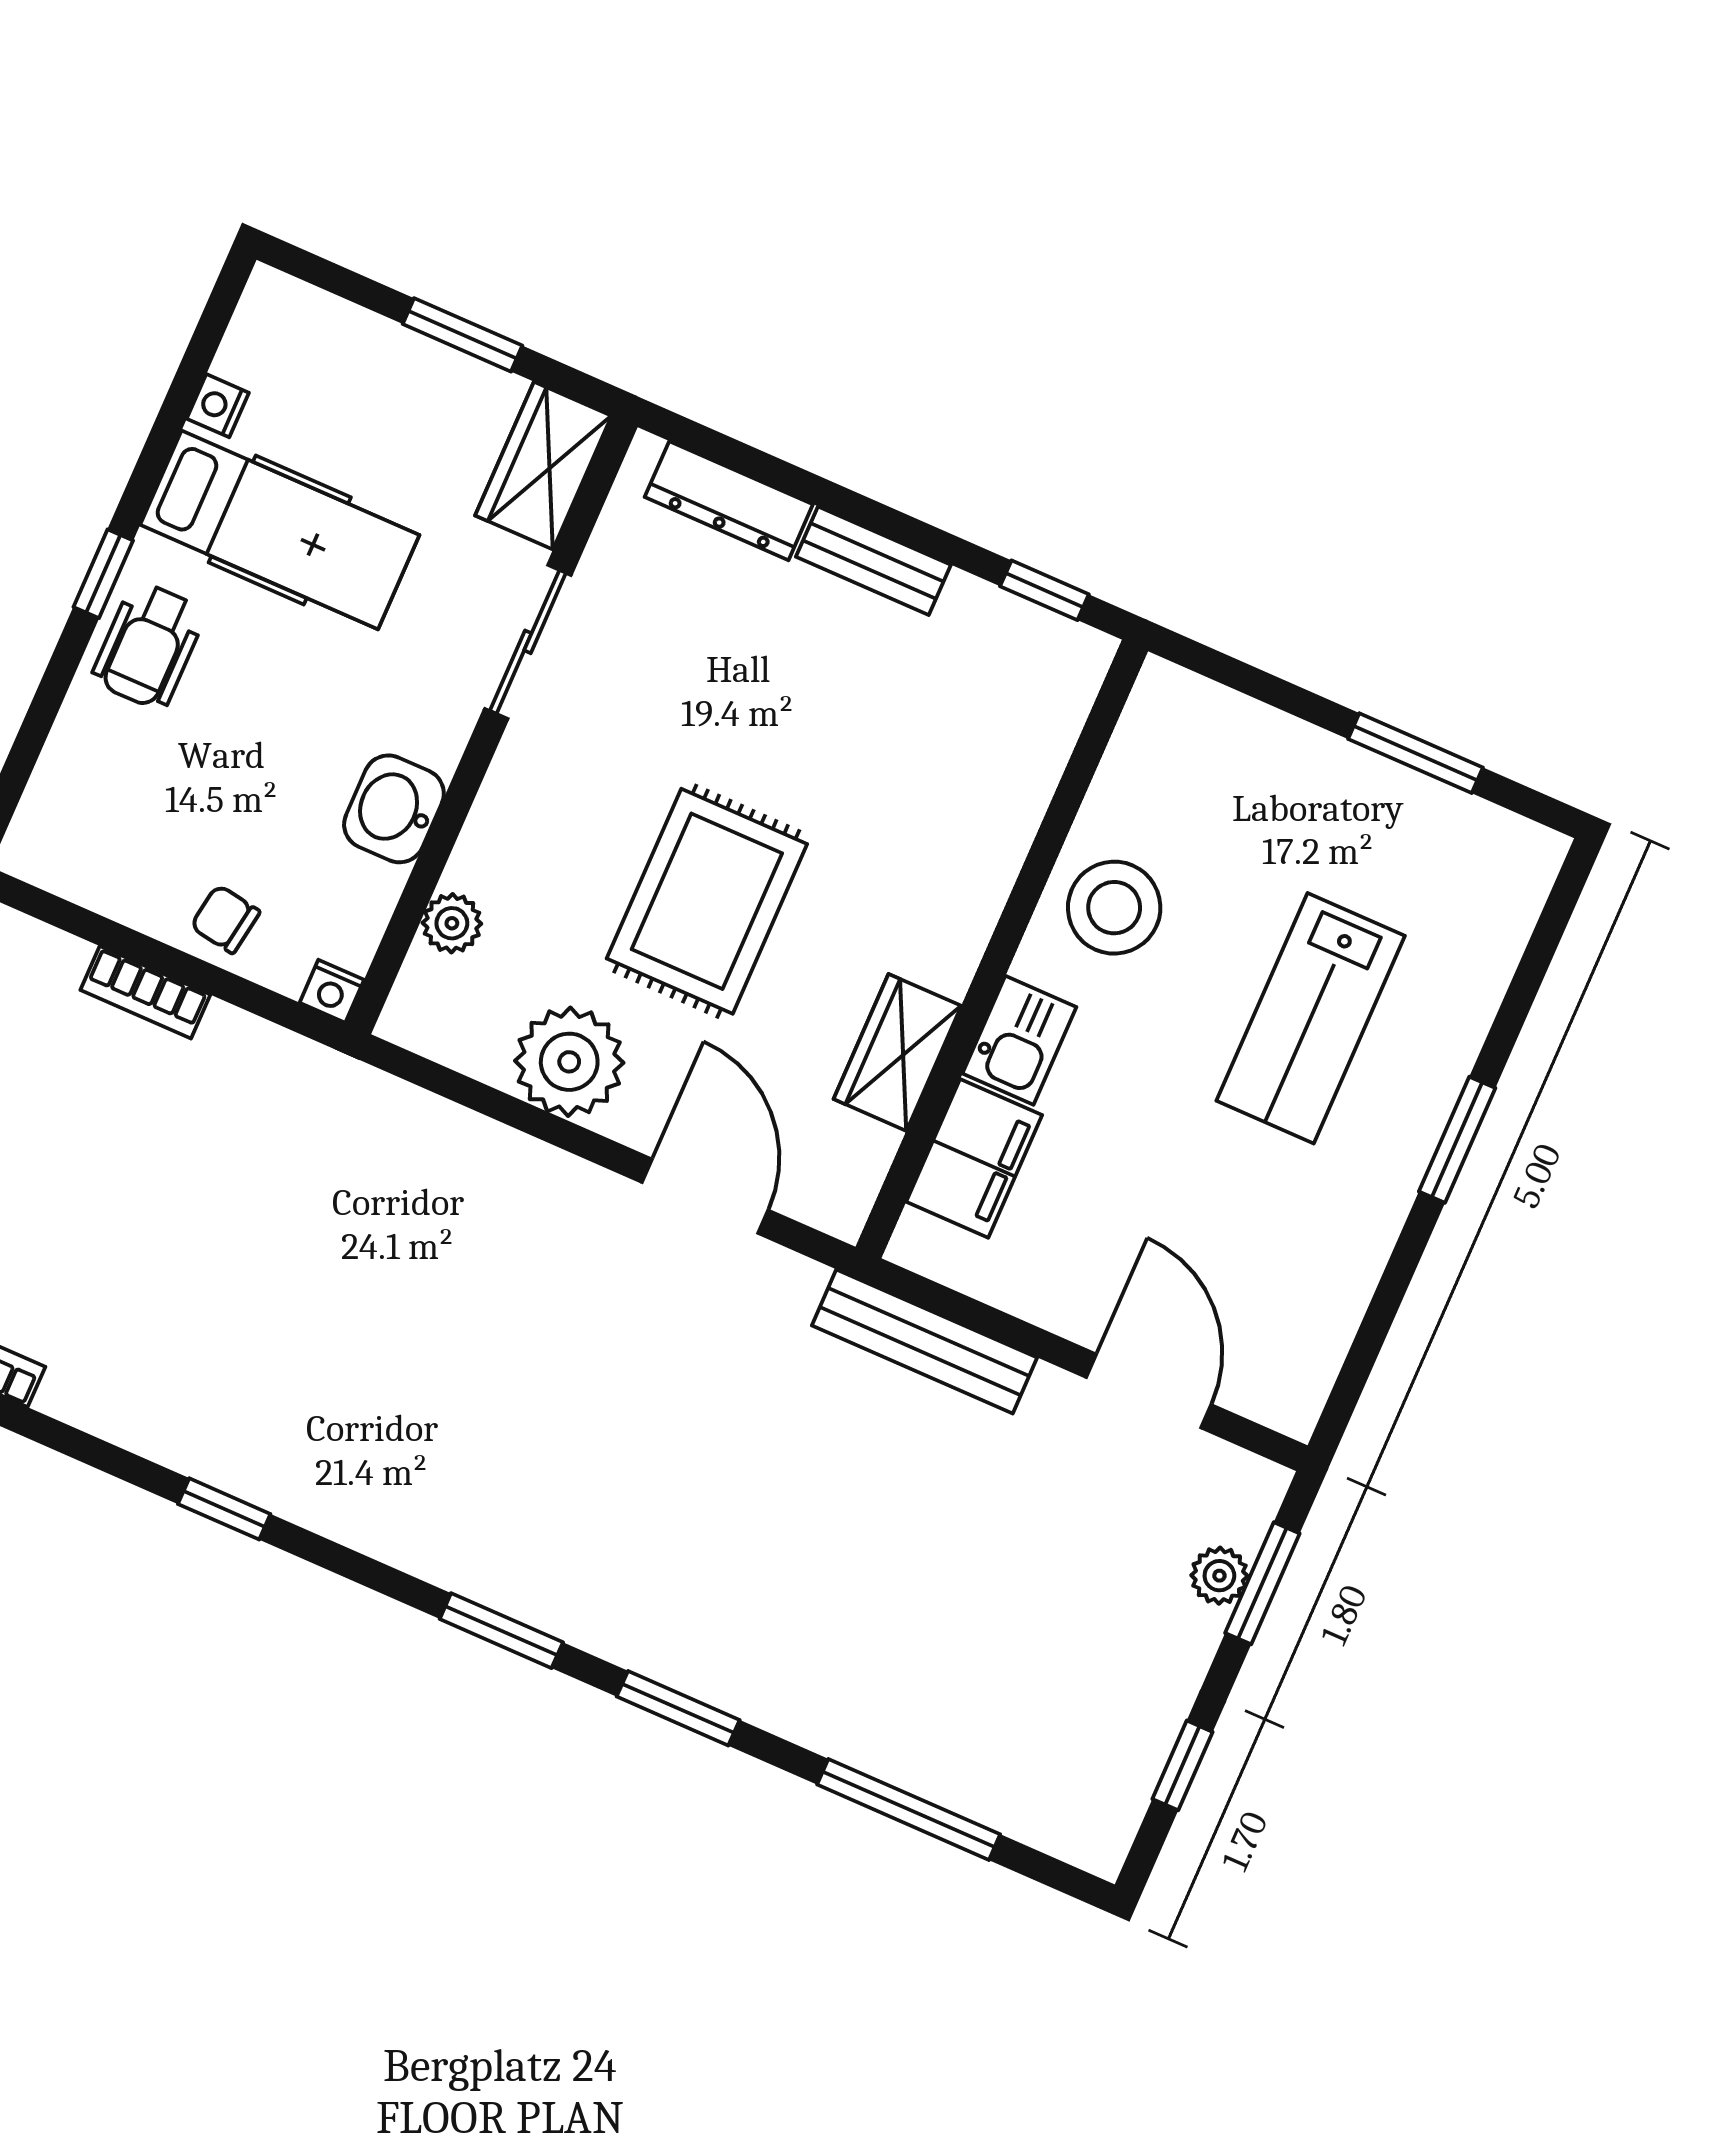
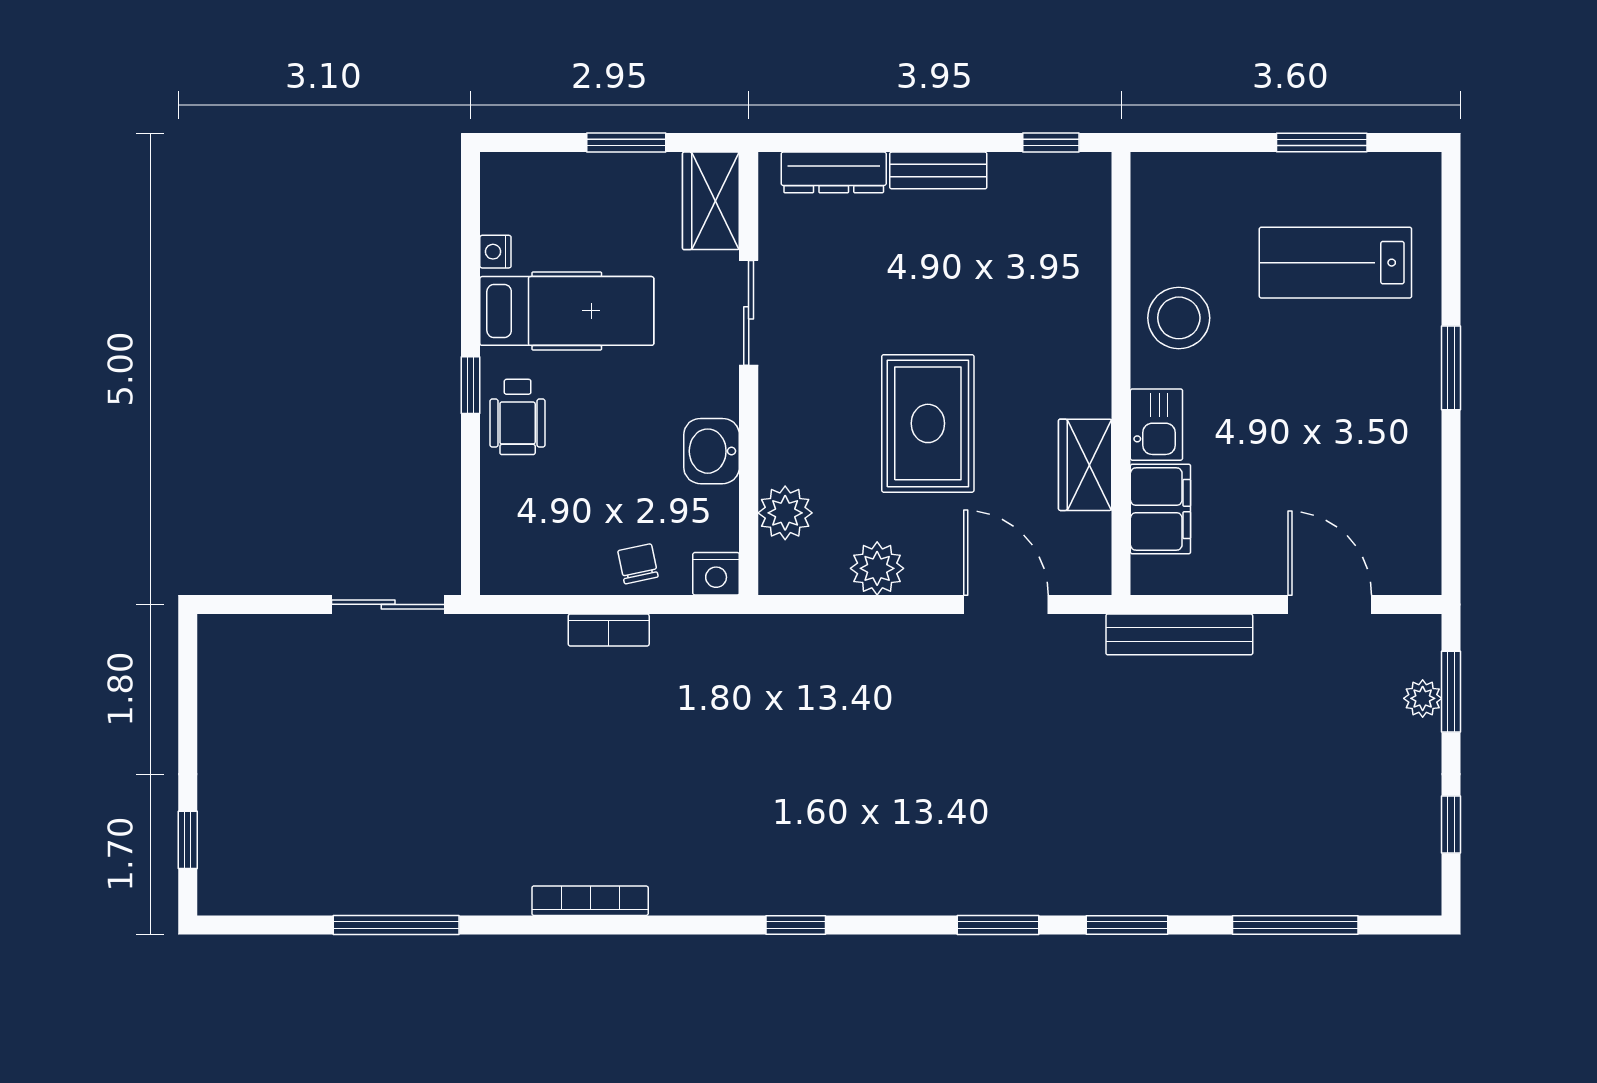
chair: (225, 919) -> (638, 564), turned 69
plant: (452, 923) -> (785, 513), width x1.38, depth x1.38
nightstand: (332, 991) -> (716, 574), width x1.39, depth x1.35
lab bench: (1311, 1018) -> (1335, 263), moved, turned 90
plant: (569, 1062) -> (877, 568), width x0.73, depth x0.73

